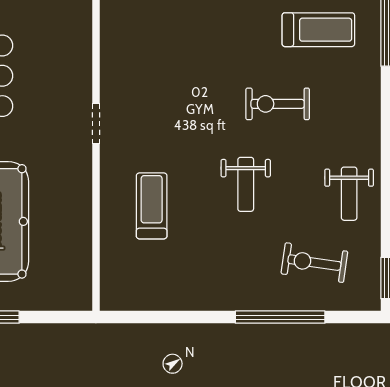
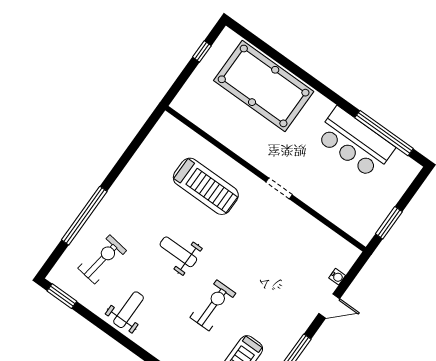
weight bench: (349, 194) -> (129, 310), turned 90
treadmill: (152, 206) -> (206, 186), width x1.37, depth x1.38

